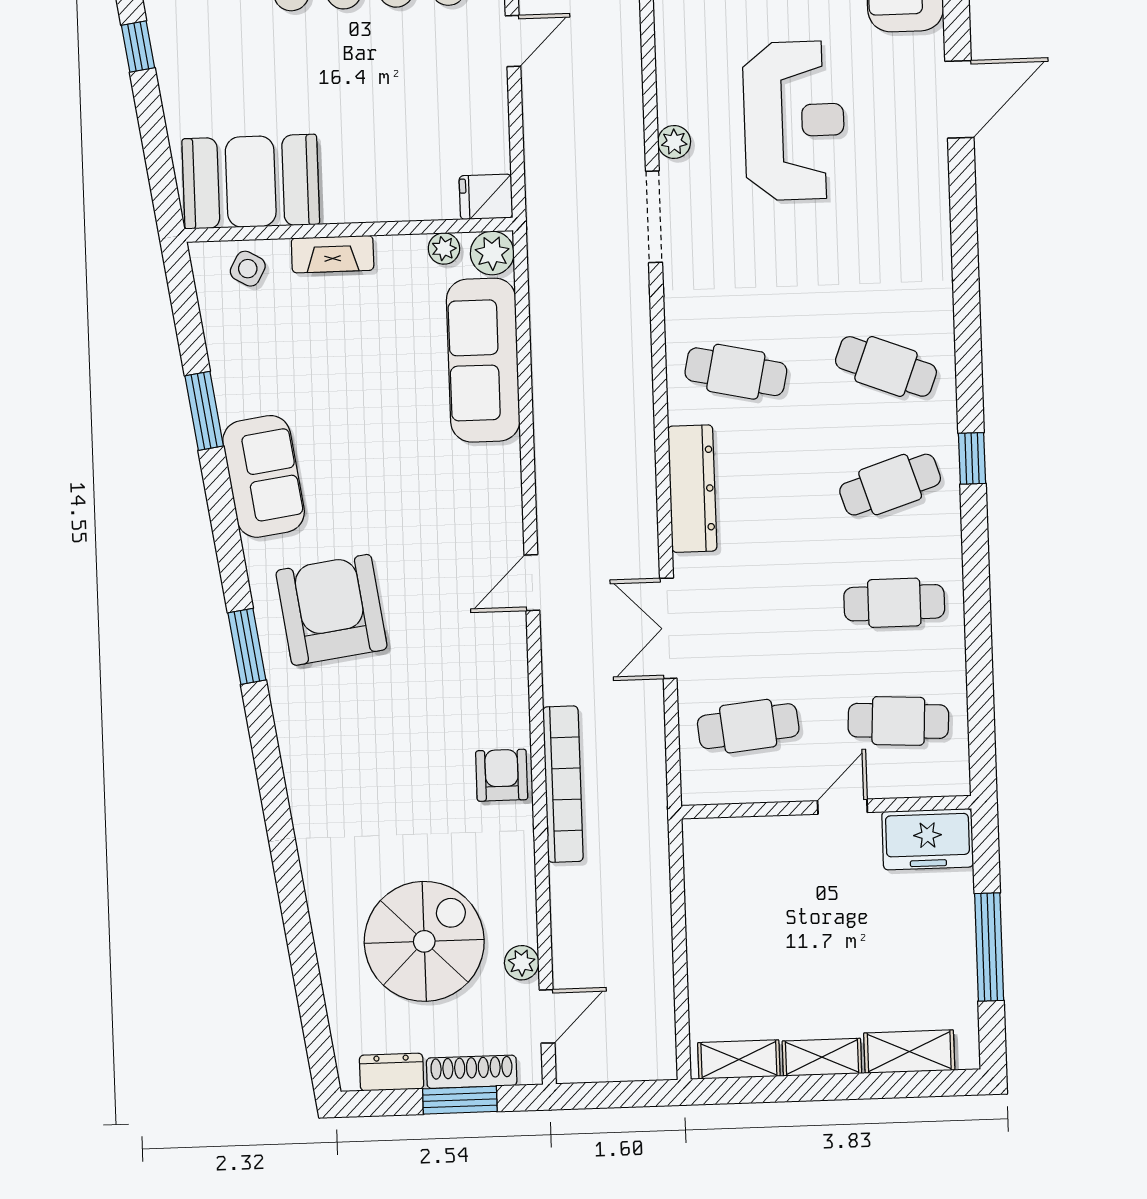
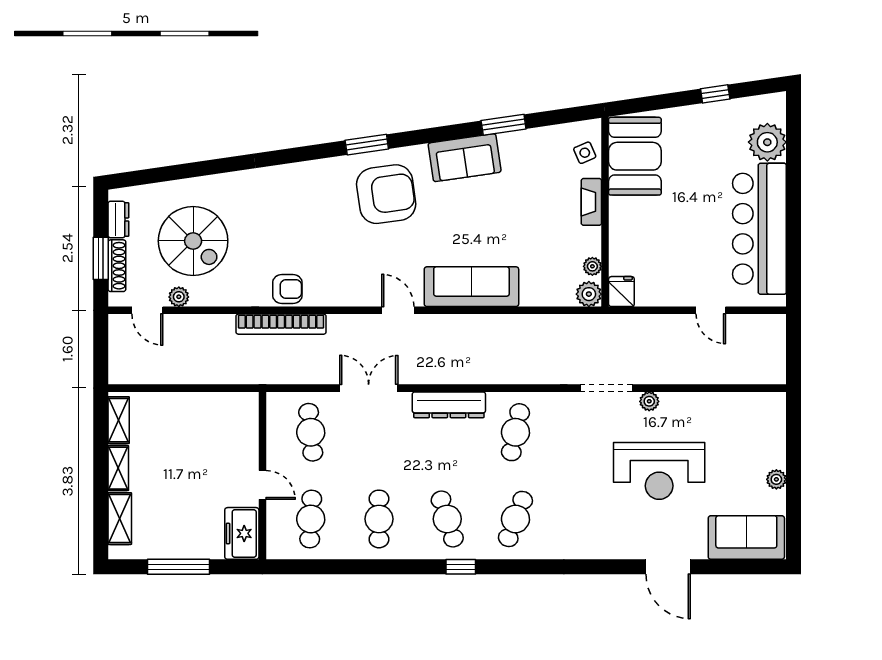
side table: (248, 269) -> (585, 153), turned 38
sofa: (483, 360) -> (471, 287), moved

